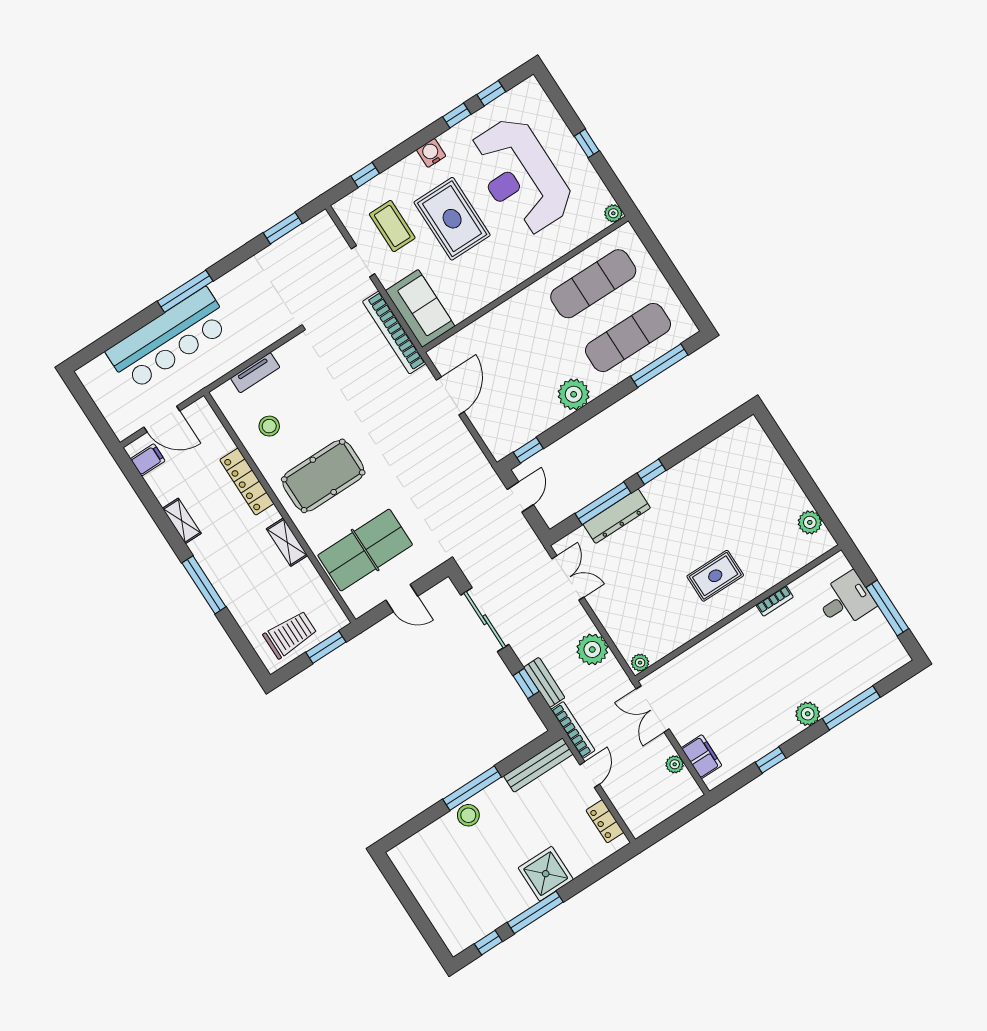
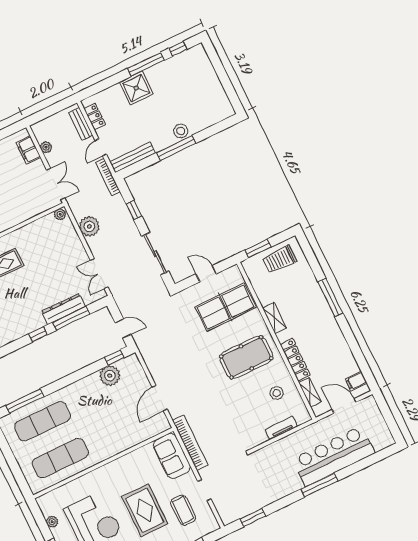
plant: (613, 213) -> (52, 522), moved
plant: (574, 394) -> (110, 376), moved
door: (520, 497) -> (123, 329), swing flipped
shelving: (182, 521) -> (310, 392), moved
bench: (544, 682) -> (81, 124), moved

